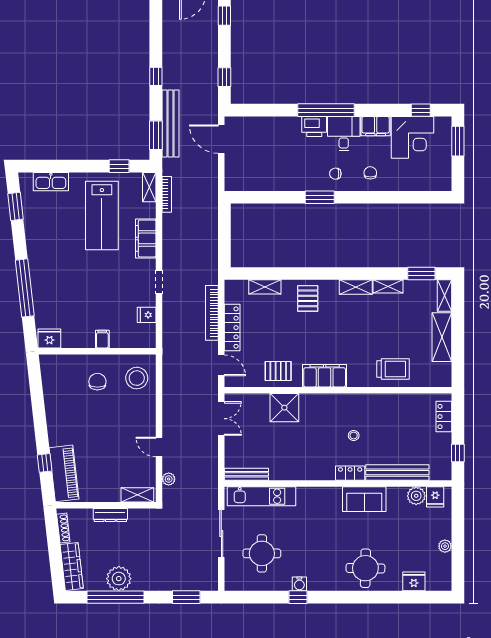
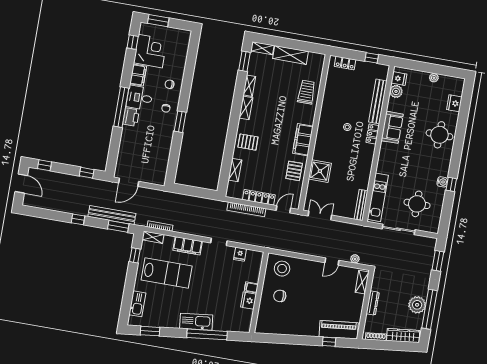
kitchen sink: (40, 270) -> (196, 322), added
fridge: (49, 338) -> (249, 301), moved

